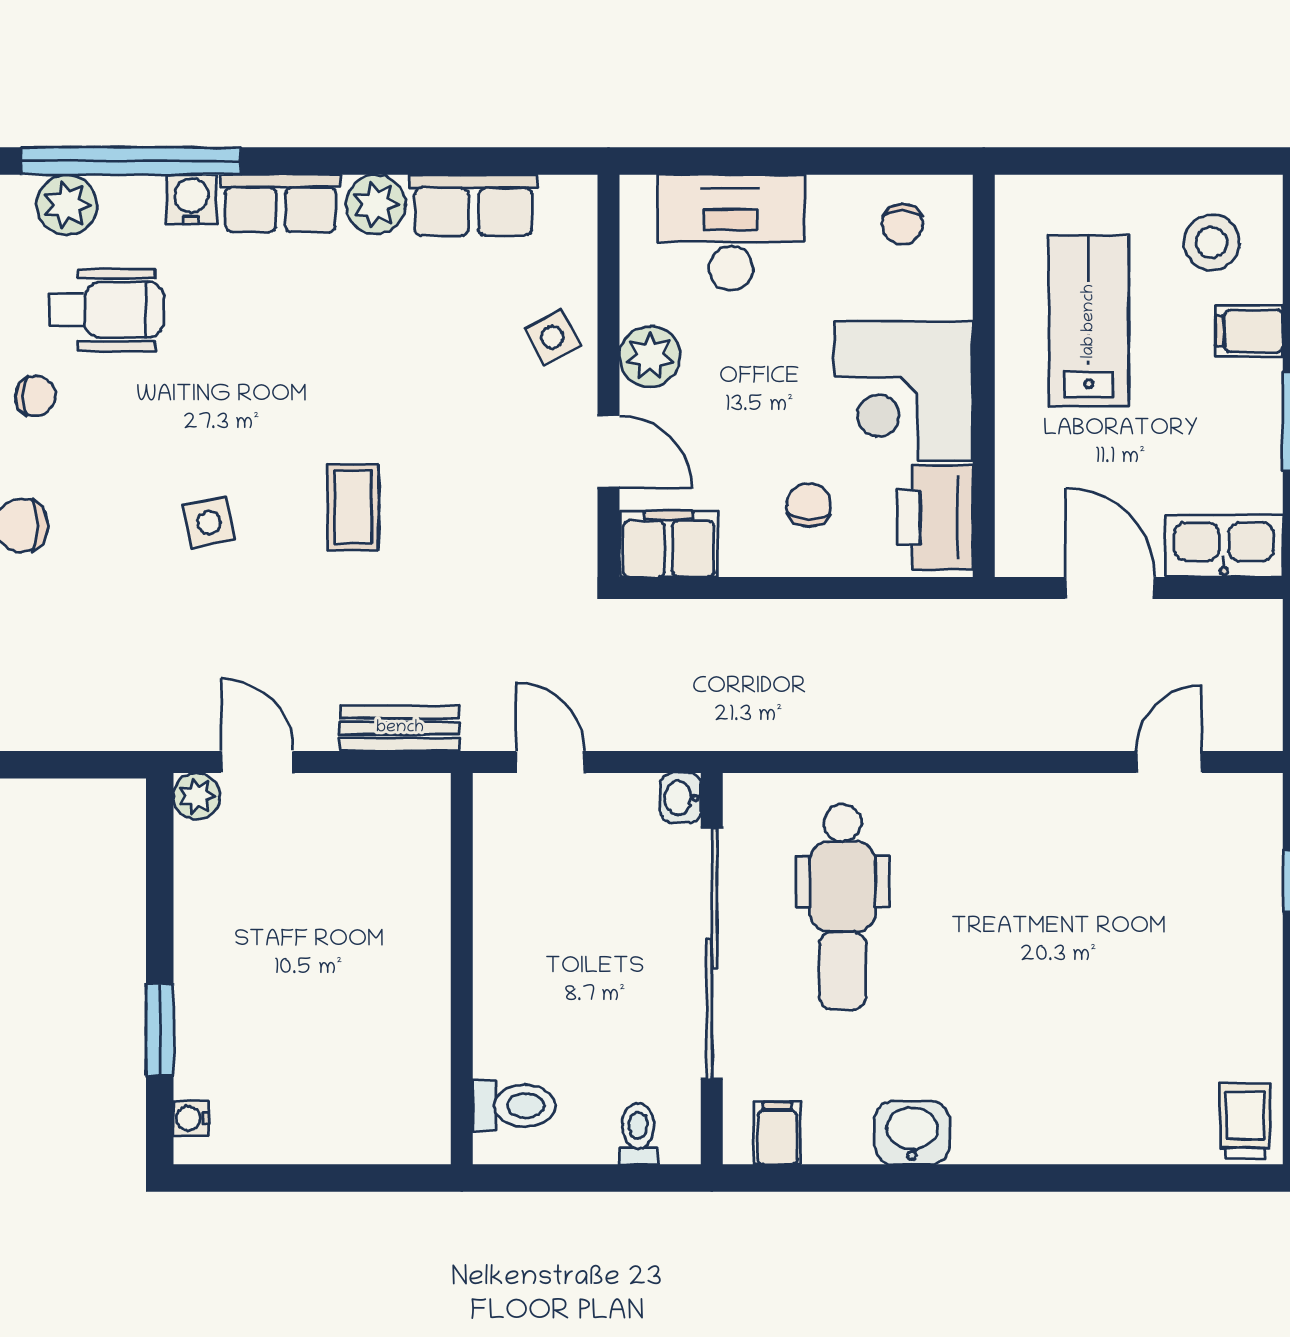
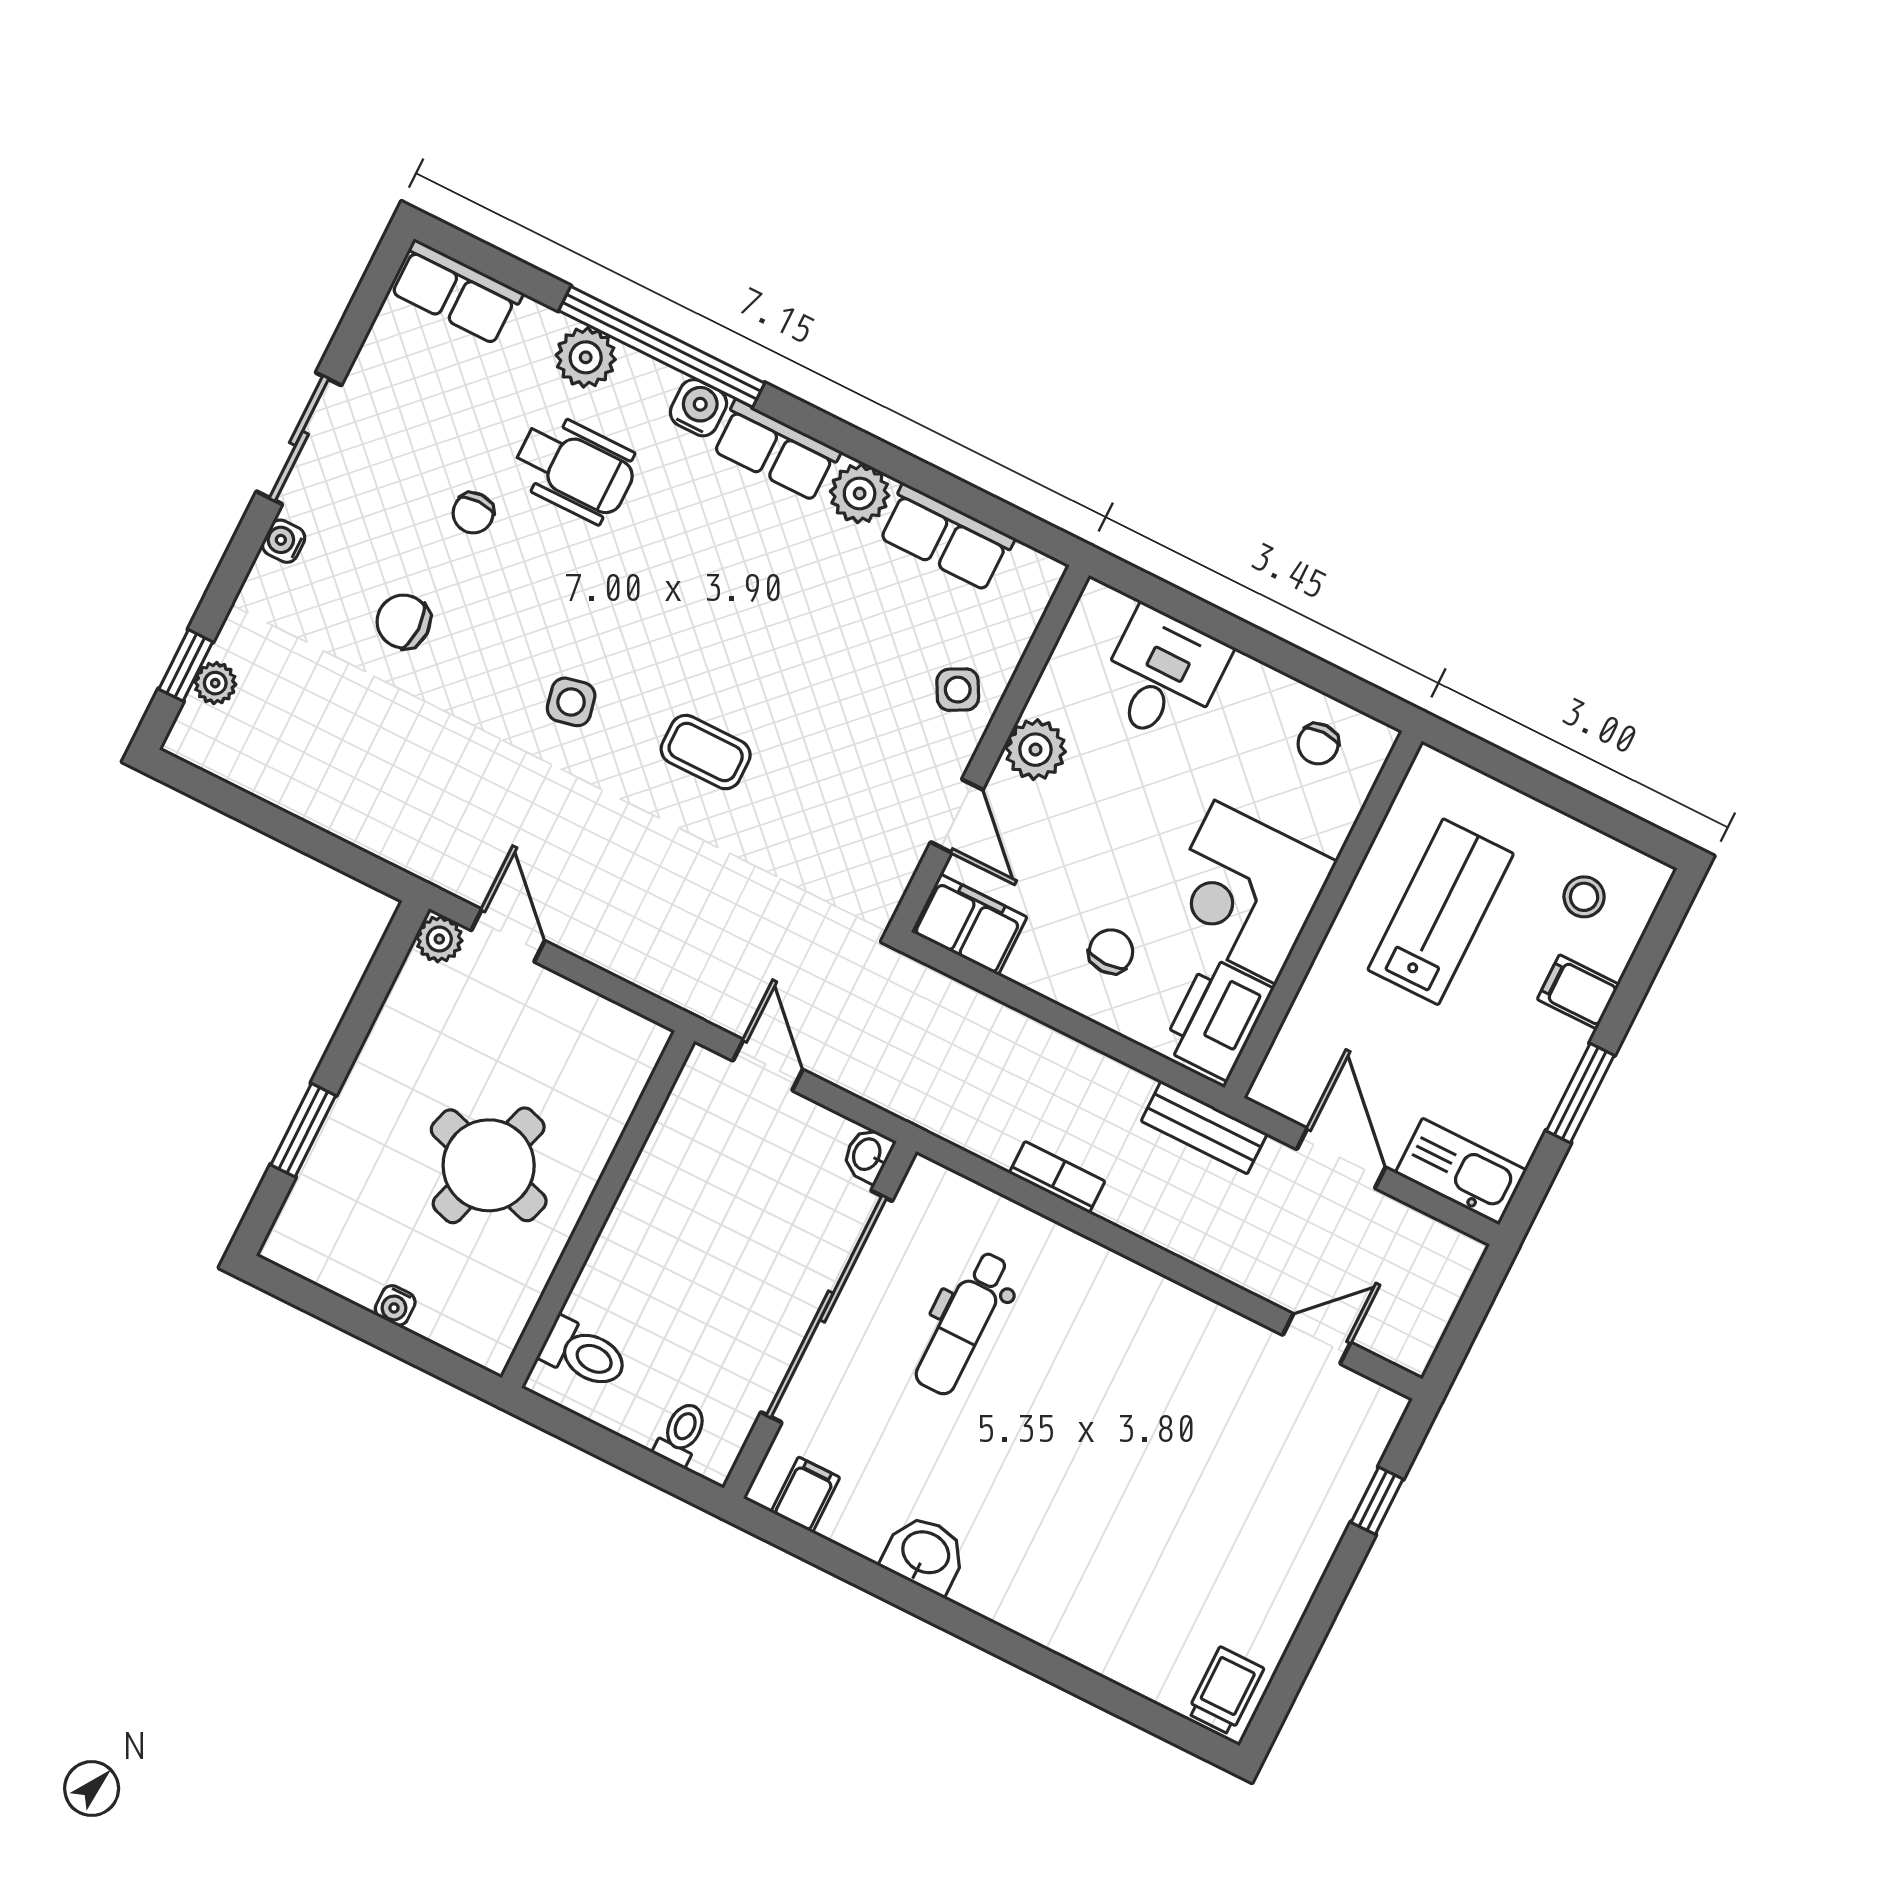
desk: (731, 232) -> (1162, 676), width x0.73
stool: (1211, 242) -> (1584, 897), width x0.73, depth x0.73
chair: (35, 396) -> (473, 513), turned 90
coffee table: (353, 507) -> (706, 752), turned 90
bench: (400, 728) -> (1204, 1127), moved
bookcase: (862, 733) -> (1057, 1177), added
dental chair: (843, 907) -> (963, 1323), width x0.73, depth x0.72
round table: (343, 978) -> (489, 1165), added
water cooler: (191, 1118) -> (395, 1305), moved, turned -90

